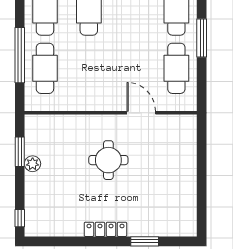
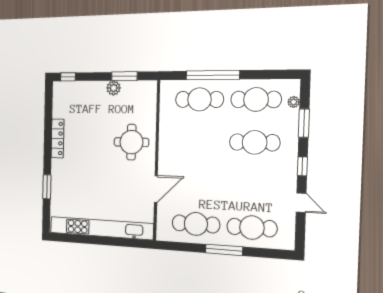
round table: (108, 160) -> (131, 142), moved
kitchen unit: (188, 175) -> (101, 228), added
locker: (105, 229) -> (57, 138), moved

